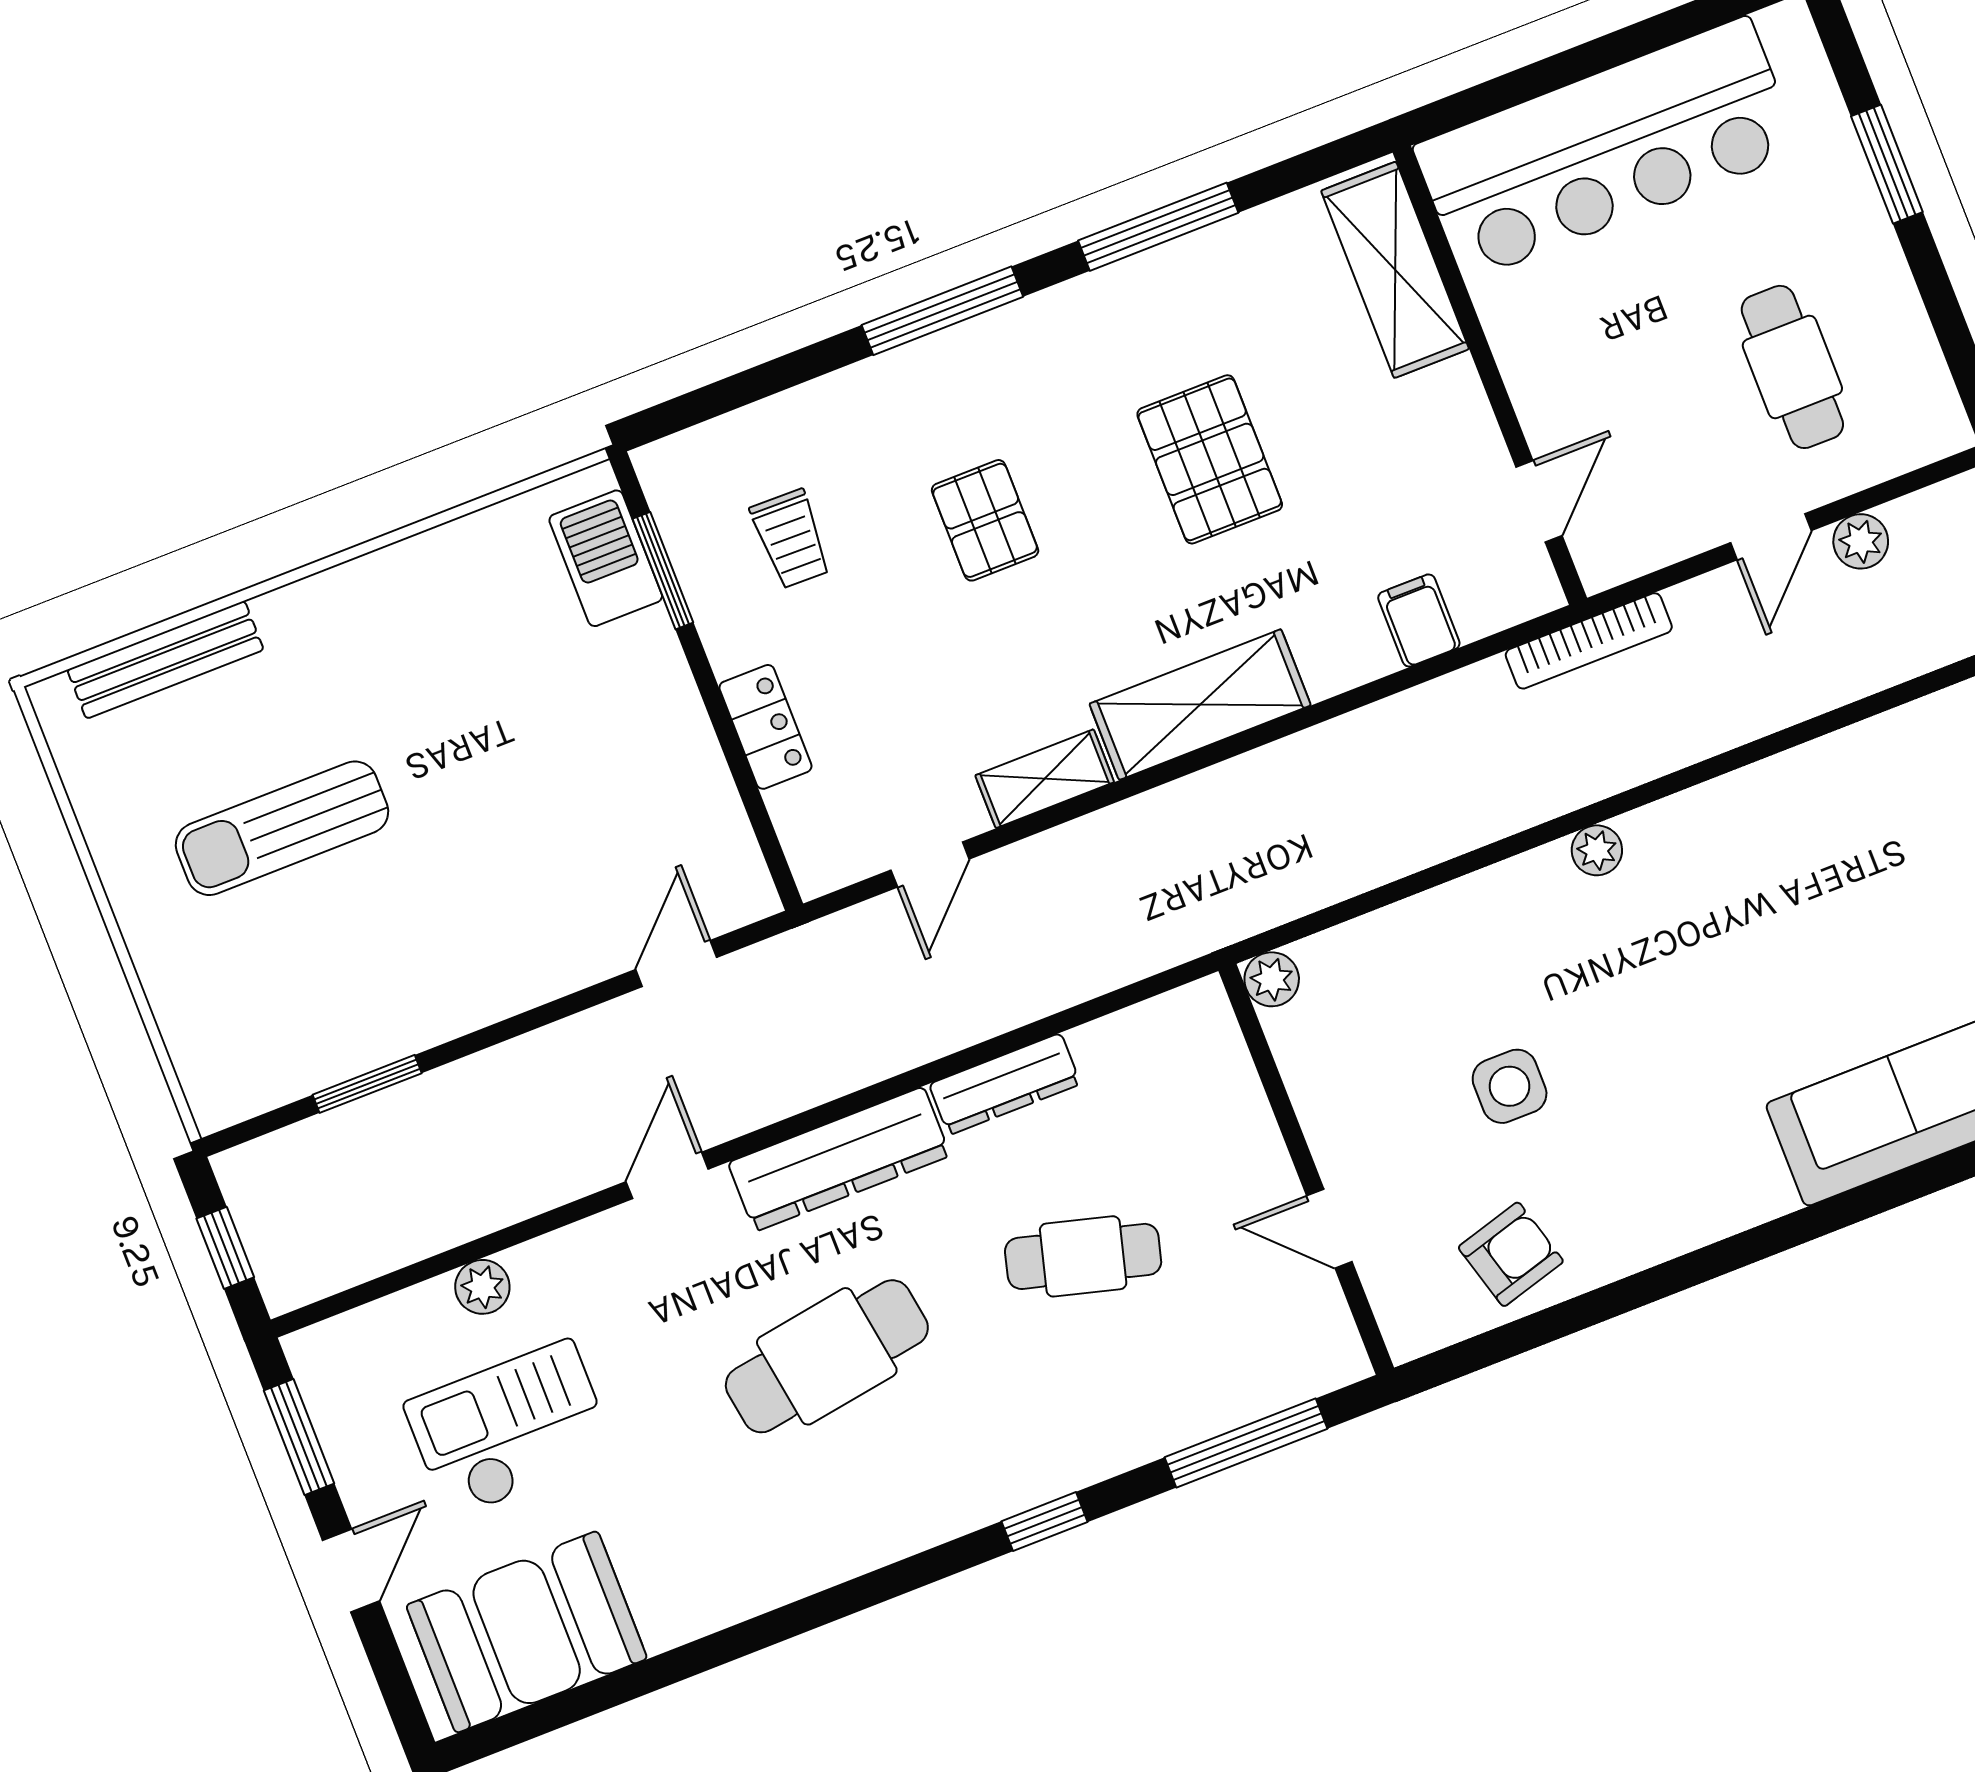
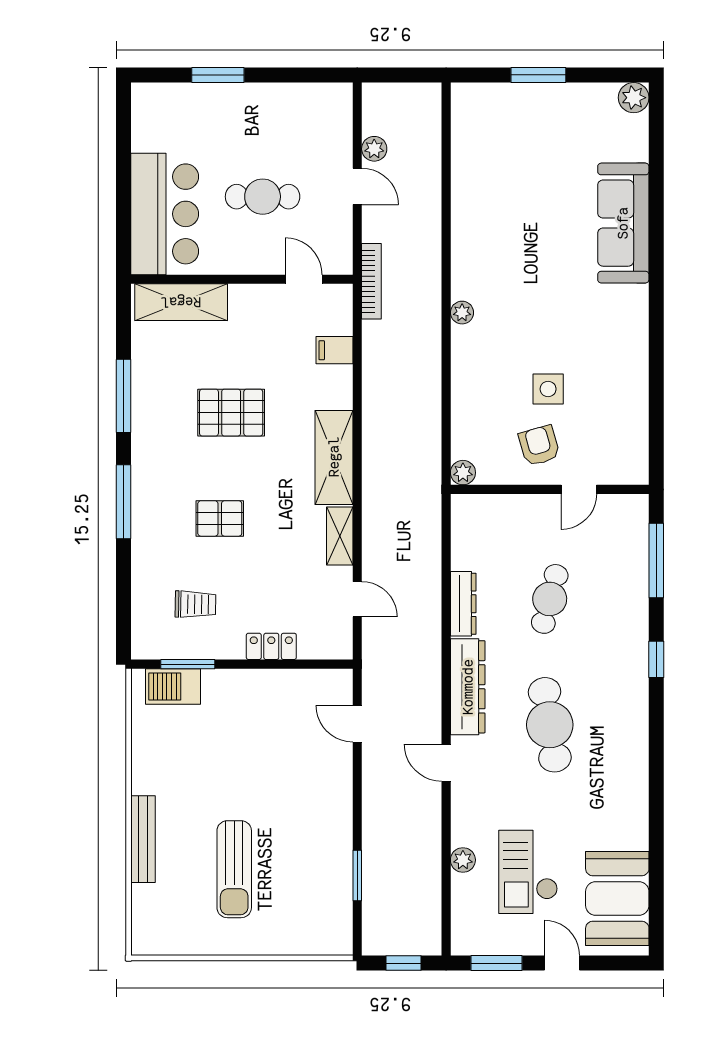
bar counter: (1607, 149) -> (165, 214), width x0.73
cafe table: (1792, 367) -> (263, 197), moved
bench: (165, 660) -> (143, 839), moved
armchair: (1511, 1254) -> (539, 446), moved

